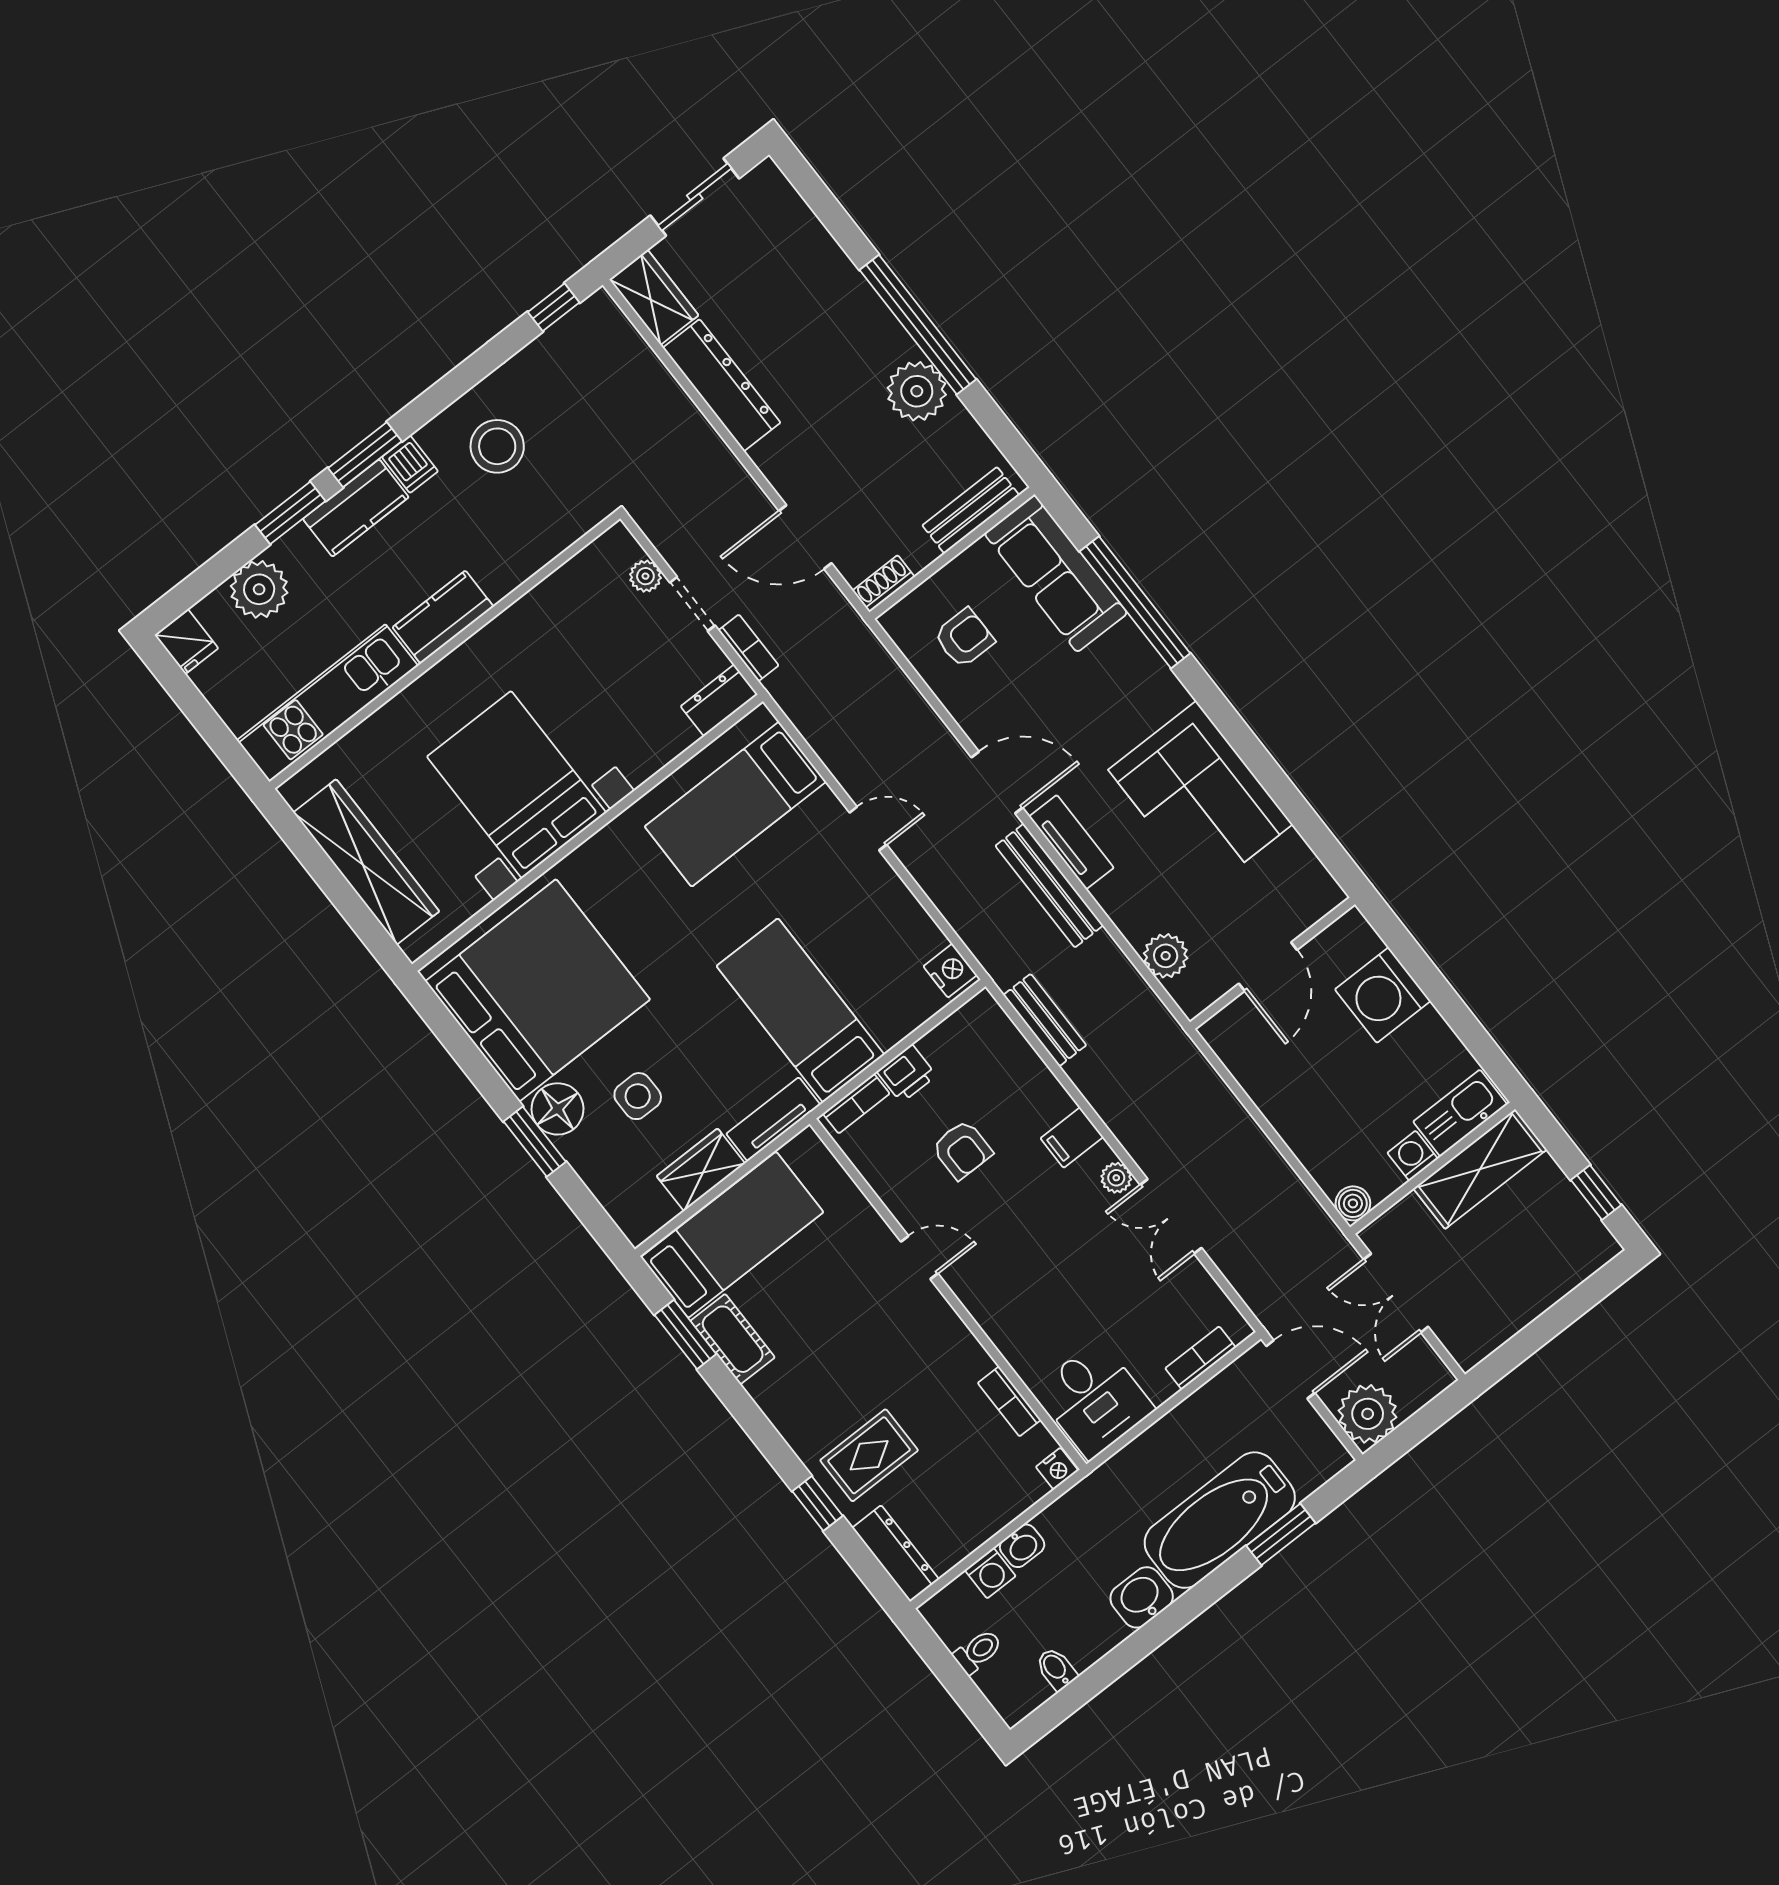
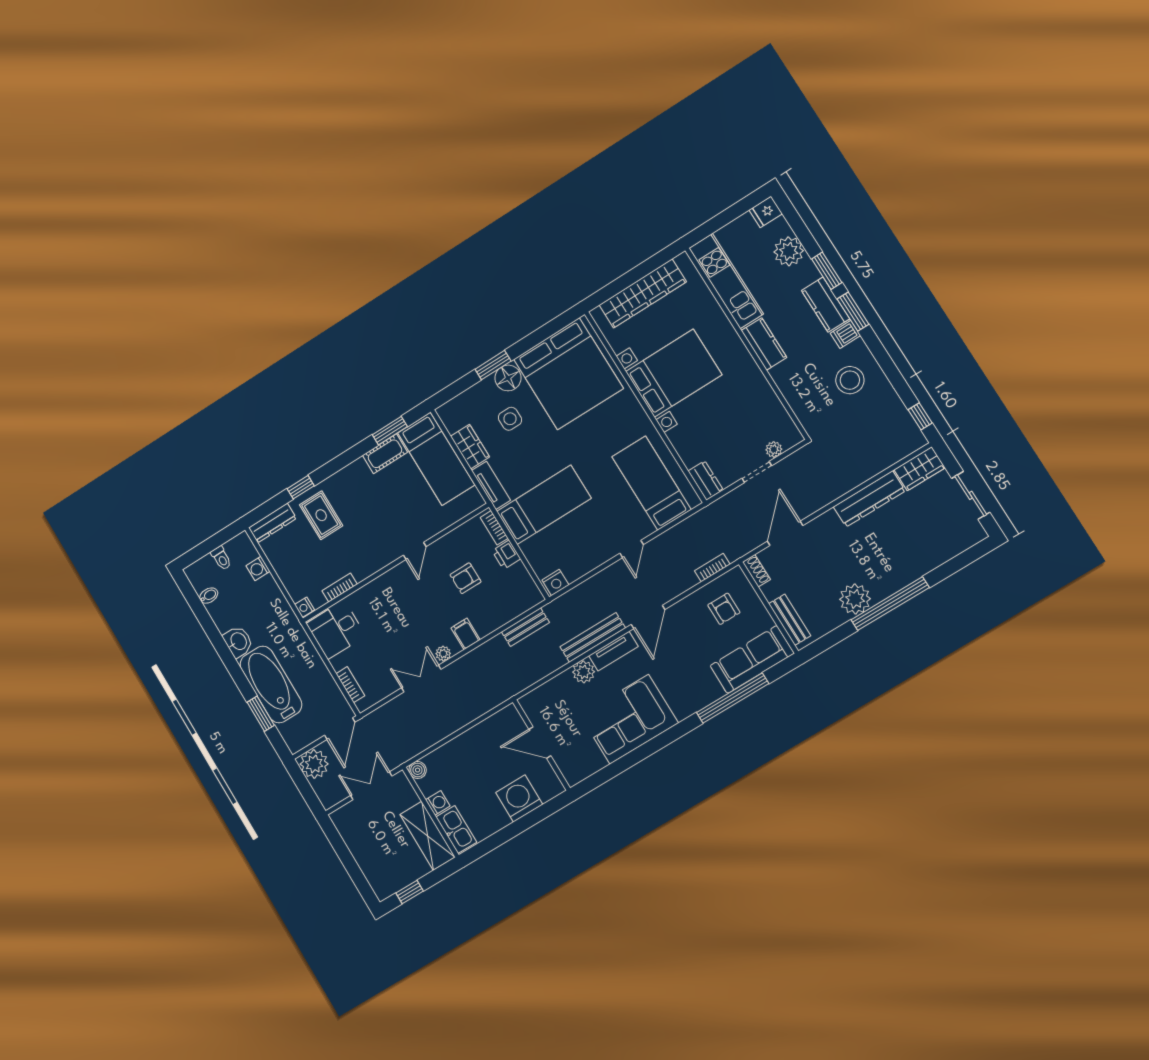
bookcase: (749, 648) -> (712, 567), moved, turned 180
plant: (1166, 956) -> (584, 672), moved
washbasin: (1022, 1546) -> (269, 586), removed

